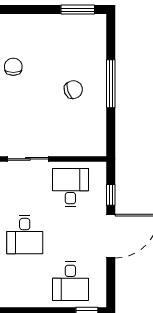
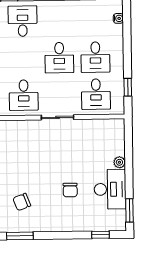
chair: (73, 90) -> (22, 202), moved
desk: (25, 234) -> (59, 58), turned 180

